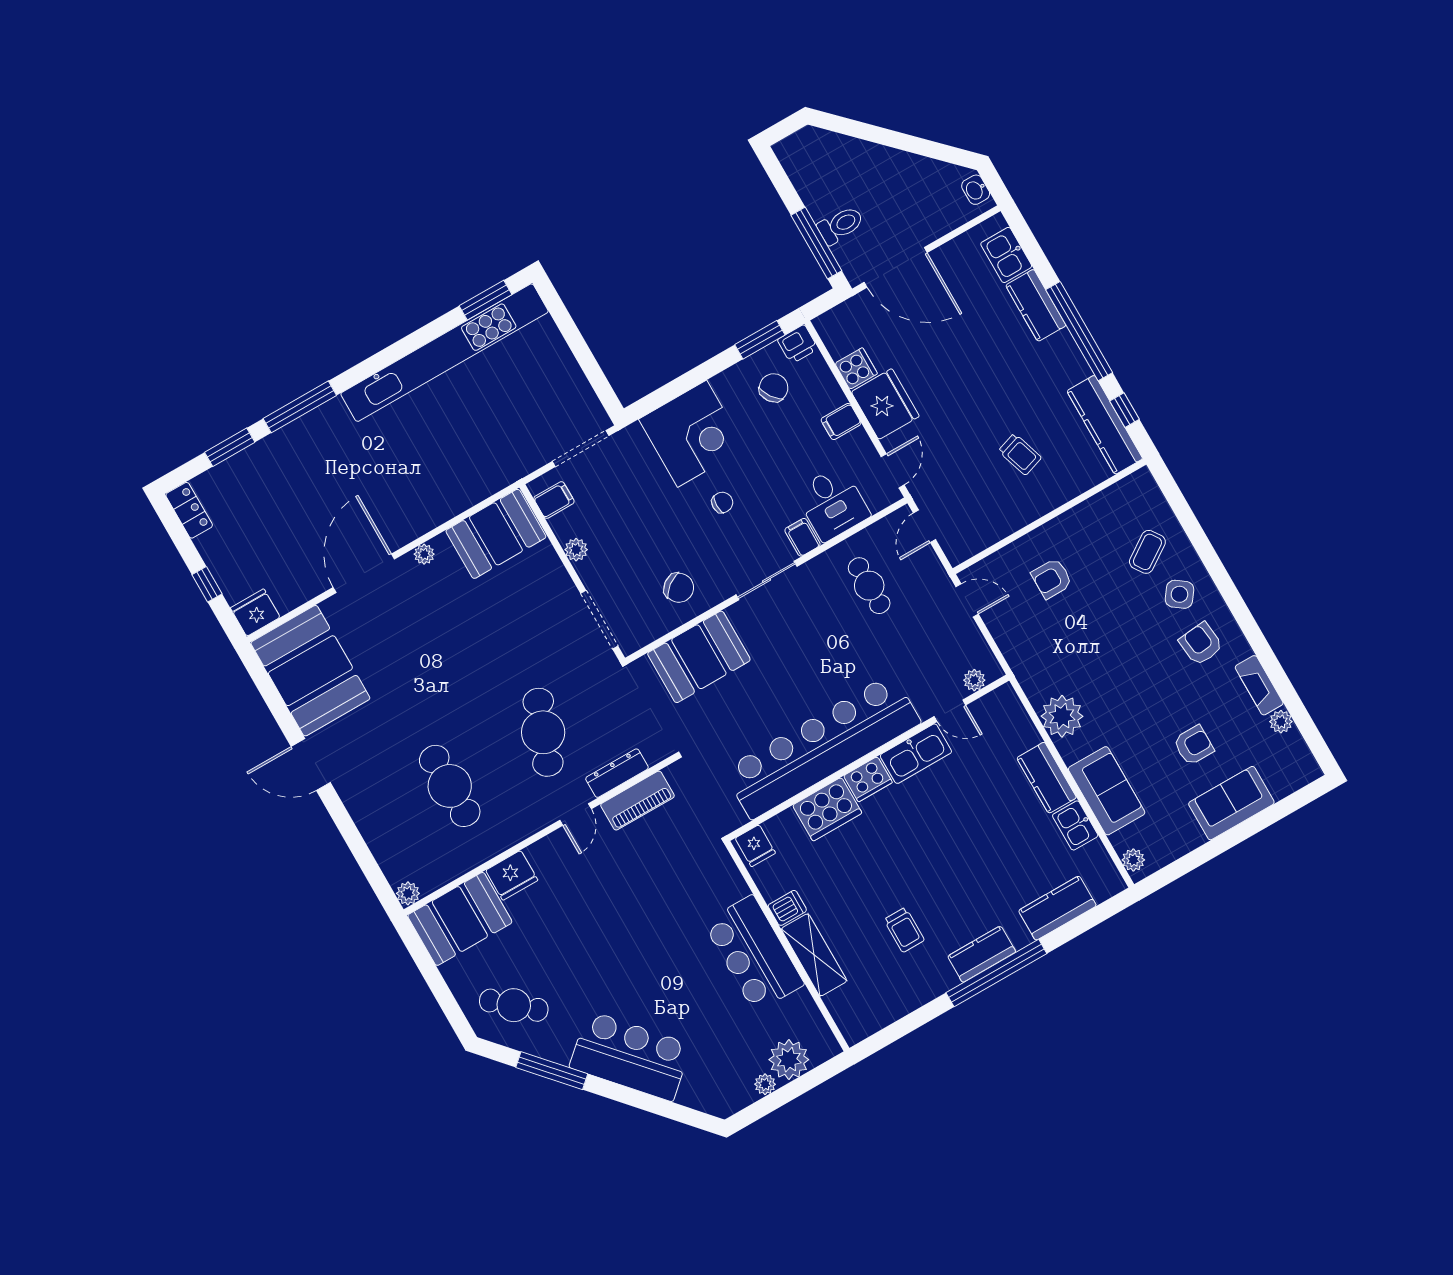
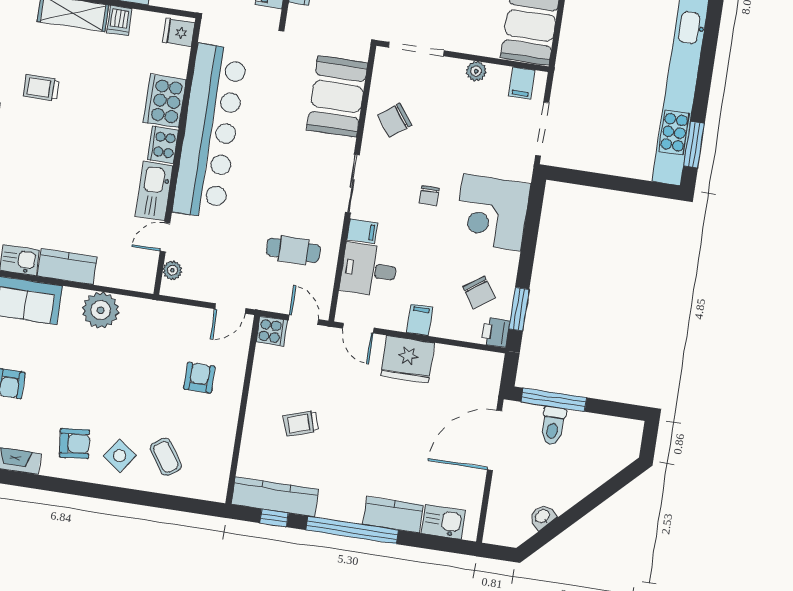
washbasin: (976, 190) -> (543, 517), moved, turned -45
cooker: (856, 368) -> (272, 331), moved, turned -90

